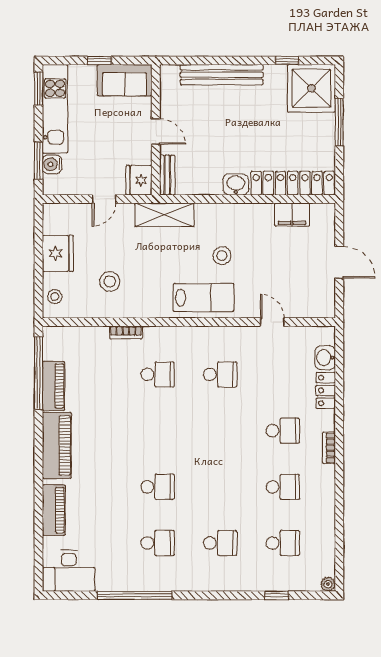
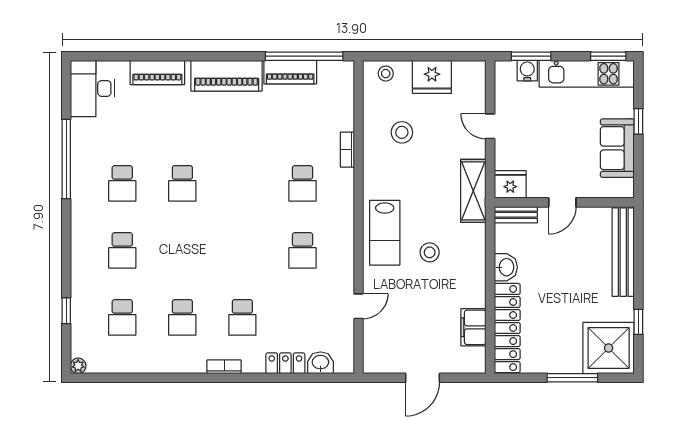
wall: (156, 130) -> (564, 202), moved
door: (156, 132) -> (562, 202), moved
bench: (167, 175) -> (516, 215), moved
fridge: (139, 180) -> (510, 184), moved

